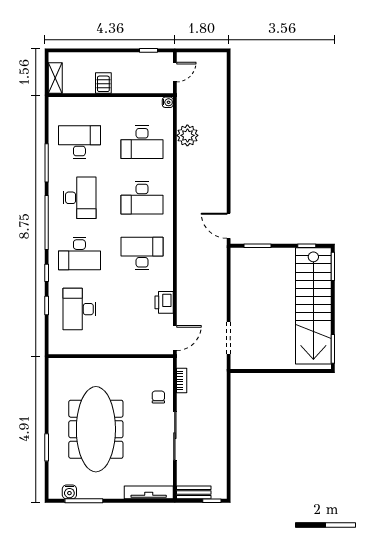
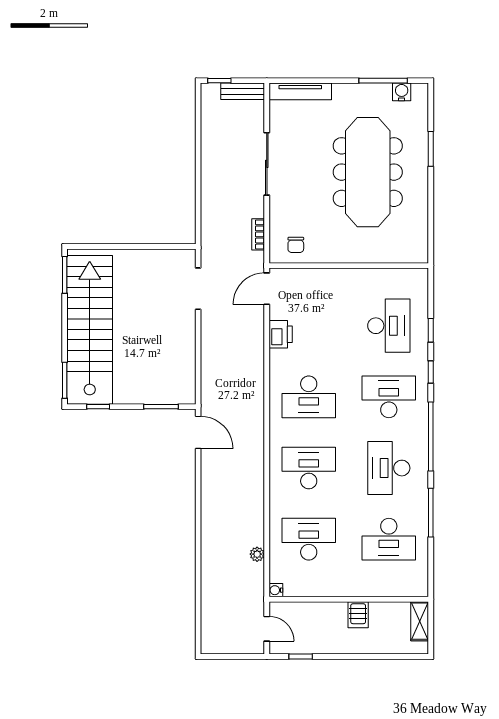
door: (175, 72) -> (267, 629), swing flipped
plant: (187, 135) -> (257, 554), width x0.53, depth x0.53
chair: (158, 397) -> (296, 245), moved

